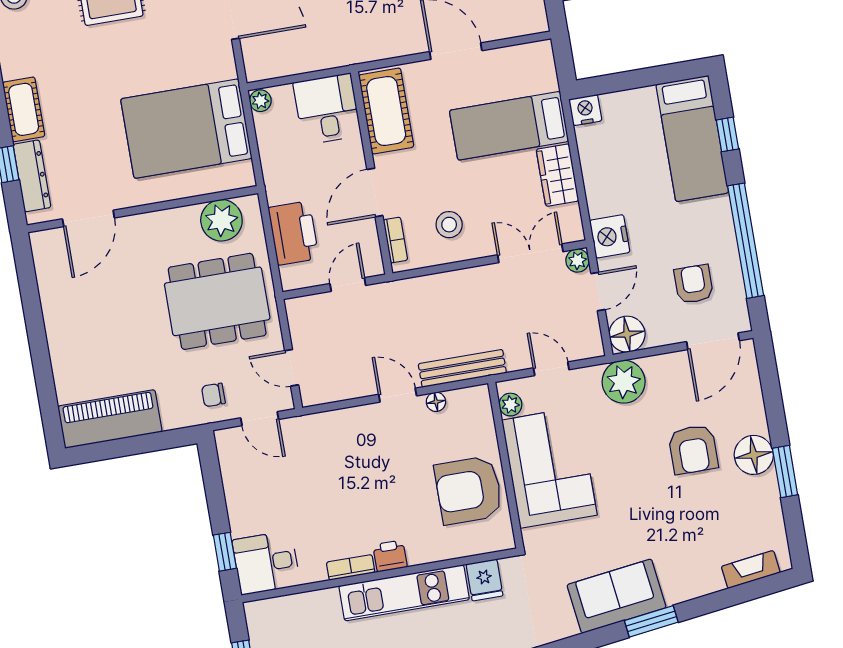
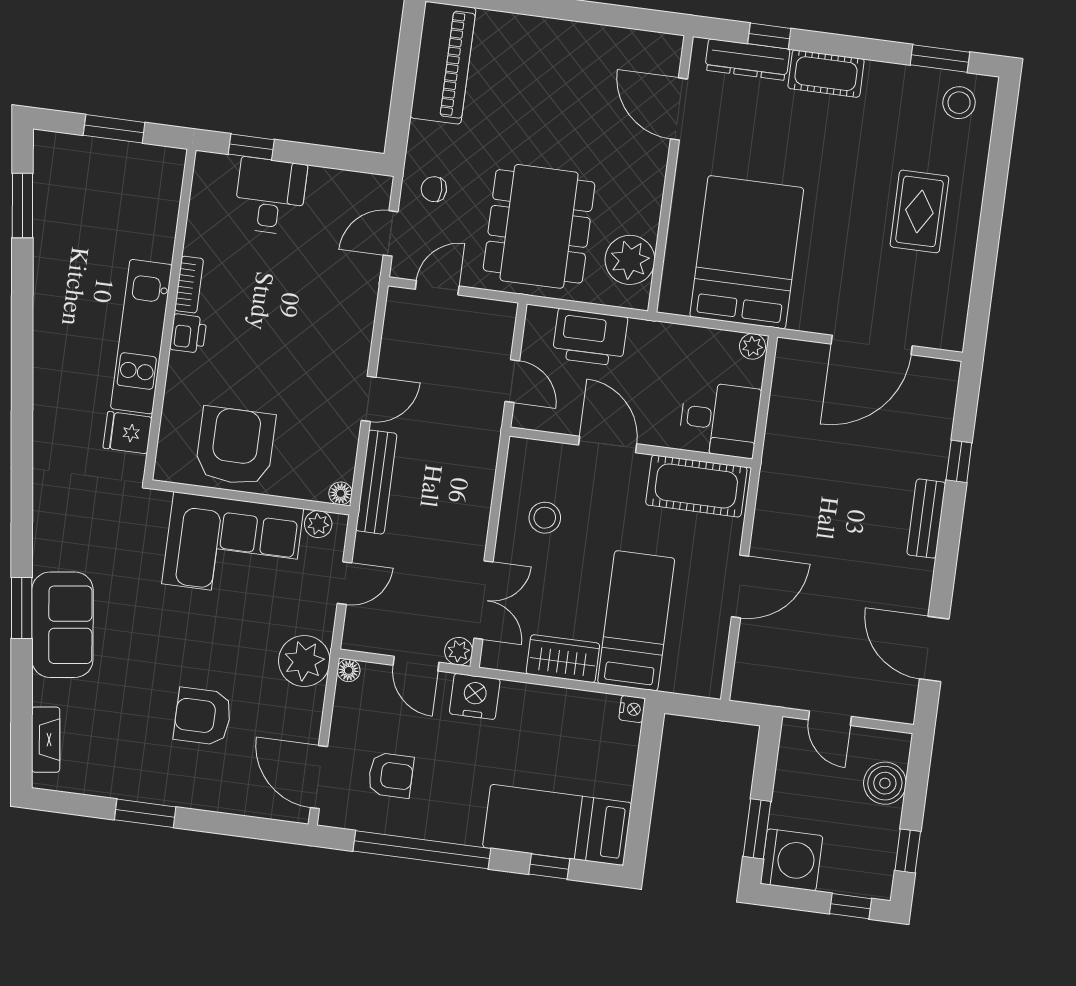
nightstand: (585, 110) -> (632, 709), width x0.72, depth x0.74
bookcase: (395, 240) -> (546, 451), removed
floor lamp: (627, 334) -> (349, 670), width x0.53, depth x0.53
chair: (213, 395) -> (434, 189), turned -90
floor lamp: (436, 402) -> (341, 493), moved
floor lamp: (754, 455) -> (175, 783), removed
desk: (266, 563) -> (270, 196), moved
sofa: (617, 596) -> (62, 625), moved

